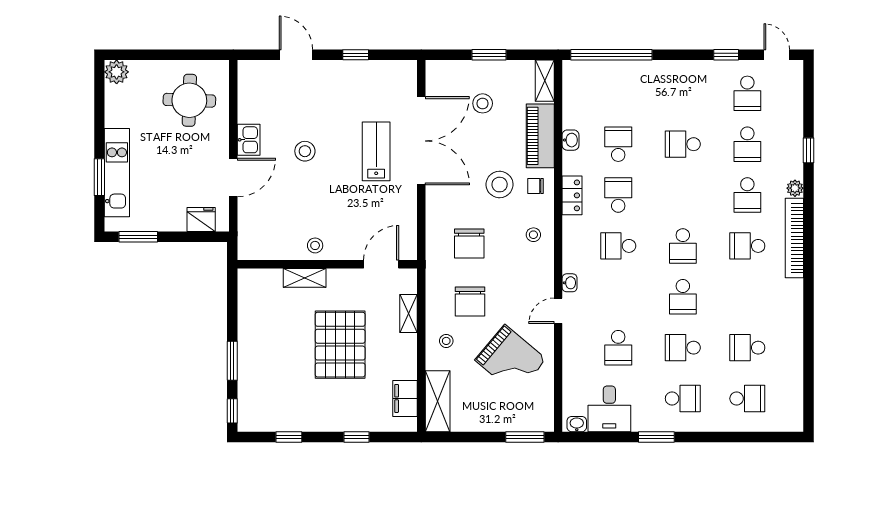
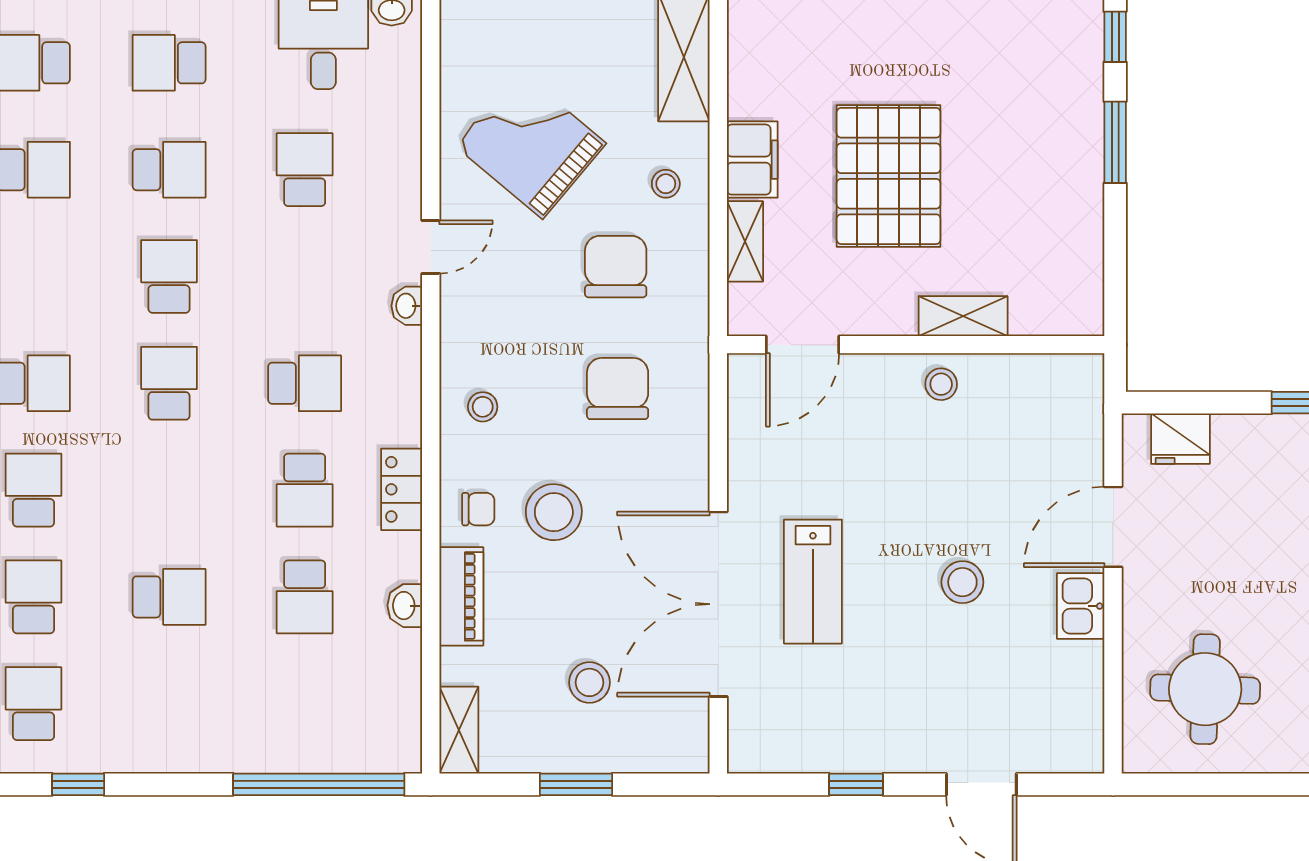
piano: (540, 136) -> (461, 596), width x0.73, depth x0.75
filing cabinet: (405, 398) -> (752, 160), moved

